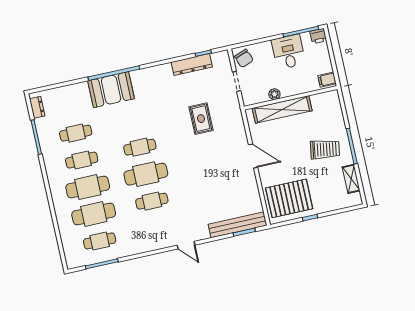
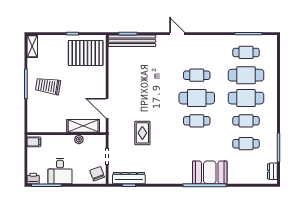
dresser: (192, 65) -> (129, 178), moved
shelving: (282, 110) -> (83, 126), width x0.68
door: (253, 156) -> (107, 108), moved
shelving: (351, 179) -> (32, 46), moved

